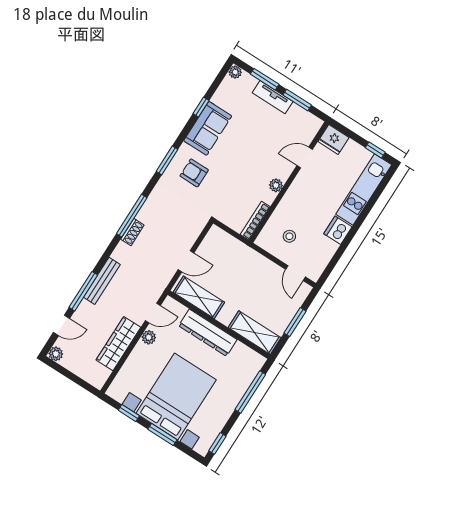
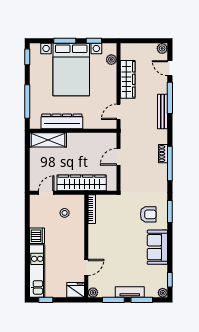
window: (201, 107) -> (170, 280), moved
plant: (276, 185) -> (93, 293), moved
wardrobe: (248, 258) -> (82, 183), added
door: (296, 273) -> (46, 193), hinge flipped
shelving: (199, 297) -> (96, 140), removed
window: (295, 322) -> (27, 162), removed
door: (61, 325) -> (170, 68), hinge flipped
dresser: (208, 333) -> (62, 121), moved
plant: (149, 337) -> (111, 60), moved

